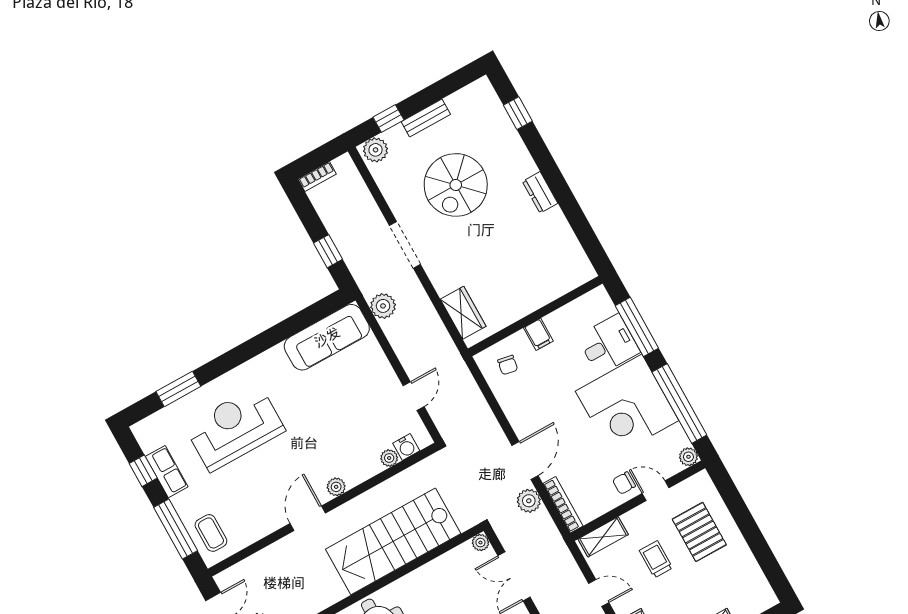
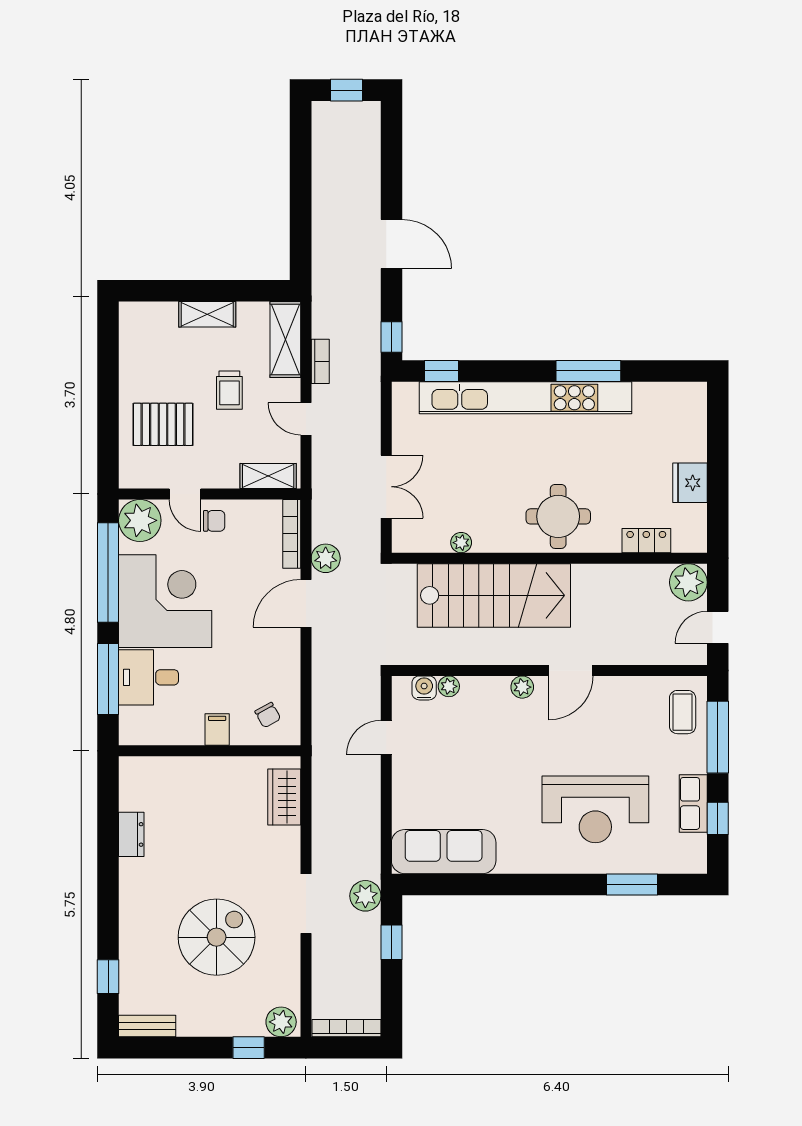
bench: (426, 118) -> (147, 1026), moved
bookcase: (317, 177) -> (346, 1028), width x1.56
dresser: (540, 192) -> (131, 834), moved
plant: (383, 306) -> (365, 896), moved
chair: (508, 365) -> (268, 715), turned 141
plant: (688, 457) -> (140, 520), width x1.87, depth x1.87
pallet: (699, 532) -> (163, 424), turned 90
plant: (480, 543) -> (461, 543), moved
trolley: (656, 559) -> (229, 390), moved

